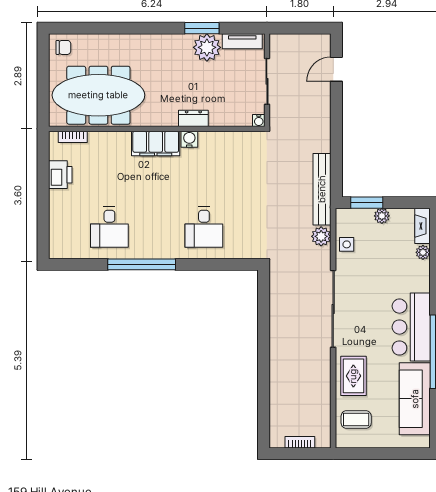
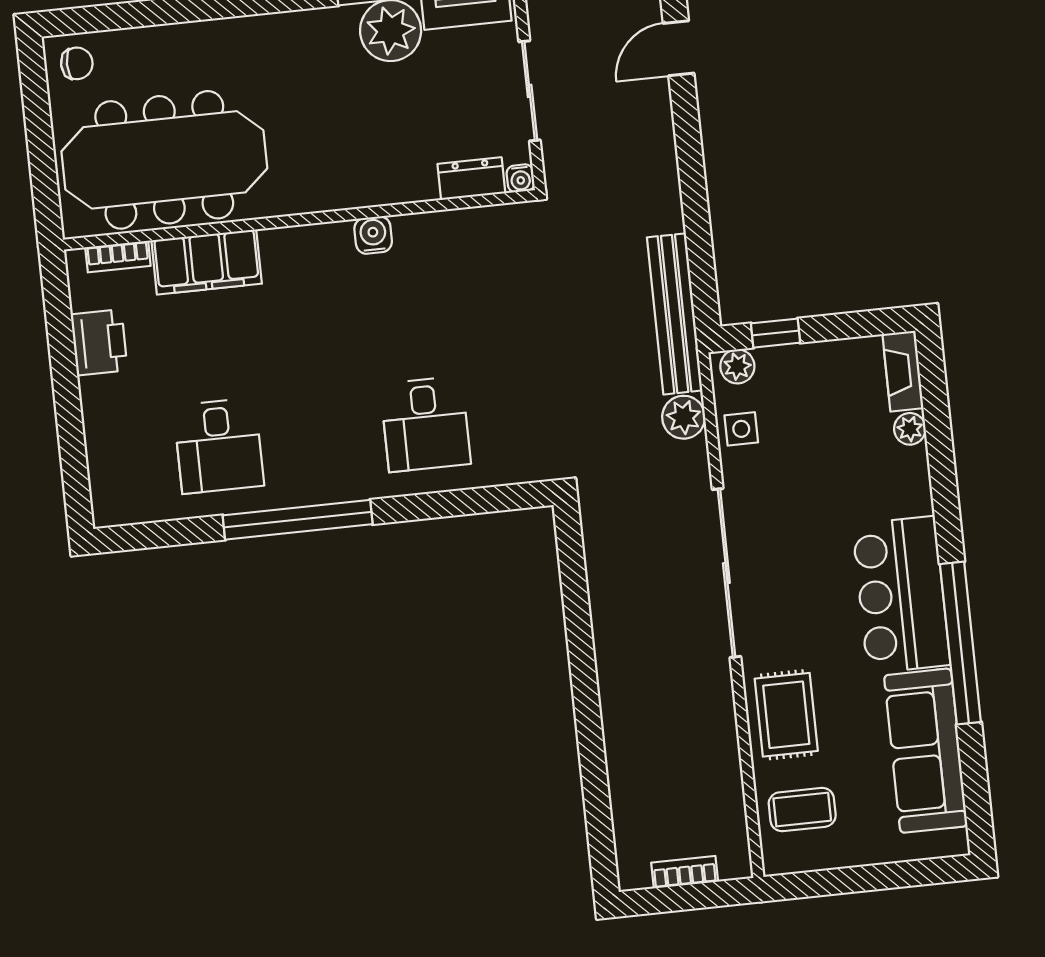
dresser: (193, 118) -> (471, 179), moved
filing cabinet: (156, 143) -> (207, 262), moved
window: (367, 203) -> (776, 333), width x0.67
plant: (382, 216) -> (737, 366), moved

